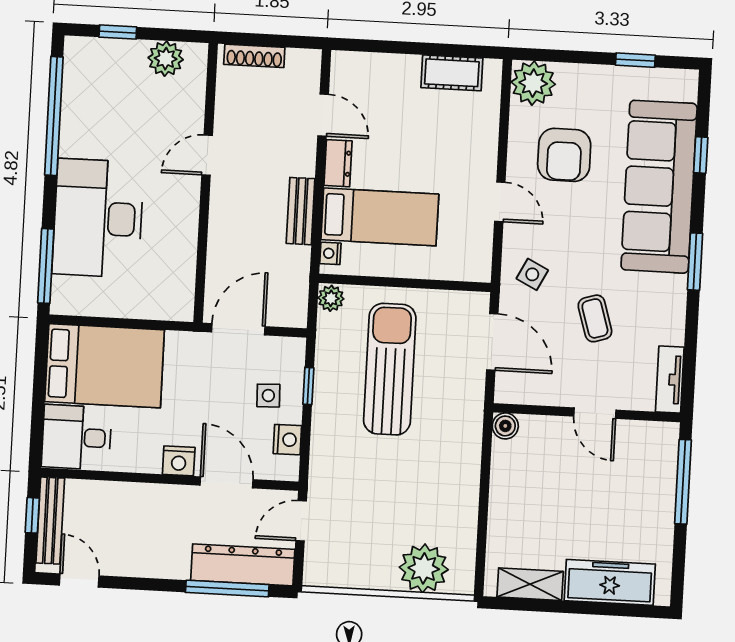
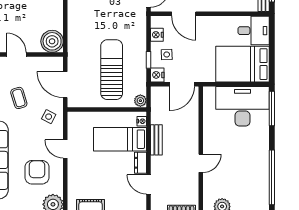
desk: (98, 218) -> (242, 106), moved, turned -90
sun lounger: (390, 369) -> (112, 70), turned 180
boiler: (505, 426) -> (52, 41), width x1.86, depth x1.86
nightstand: (179, 461) -> (157, 75), moved, turned -90

